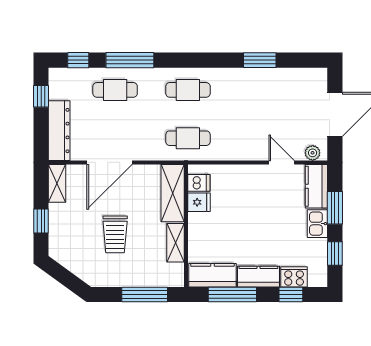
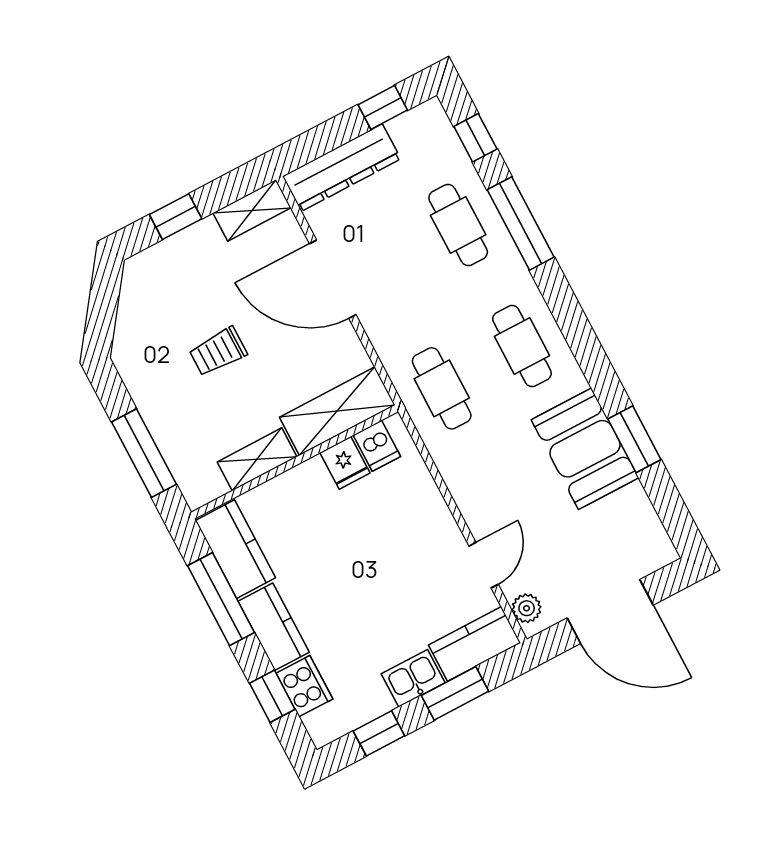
booth: (252, 86) -> (585, 449), added
trolley: (115, 234) -> (218, 352), width x0.73, depth x0.72

